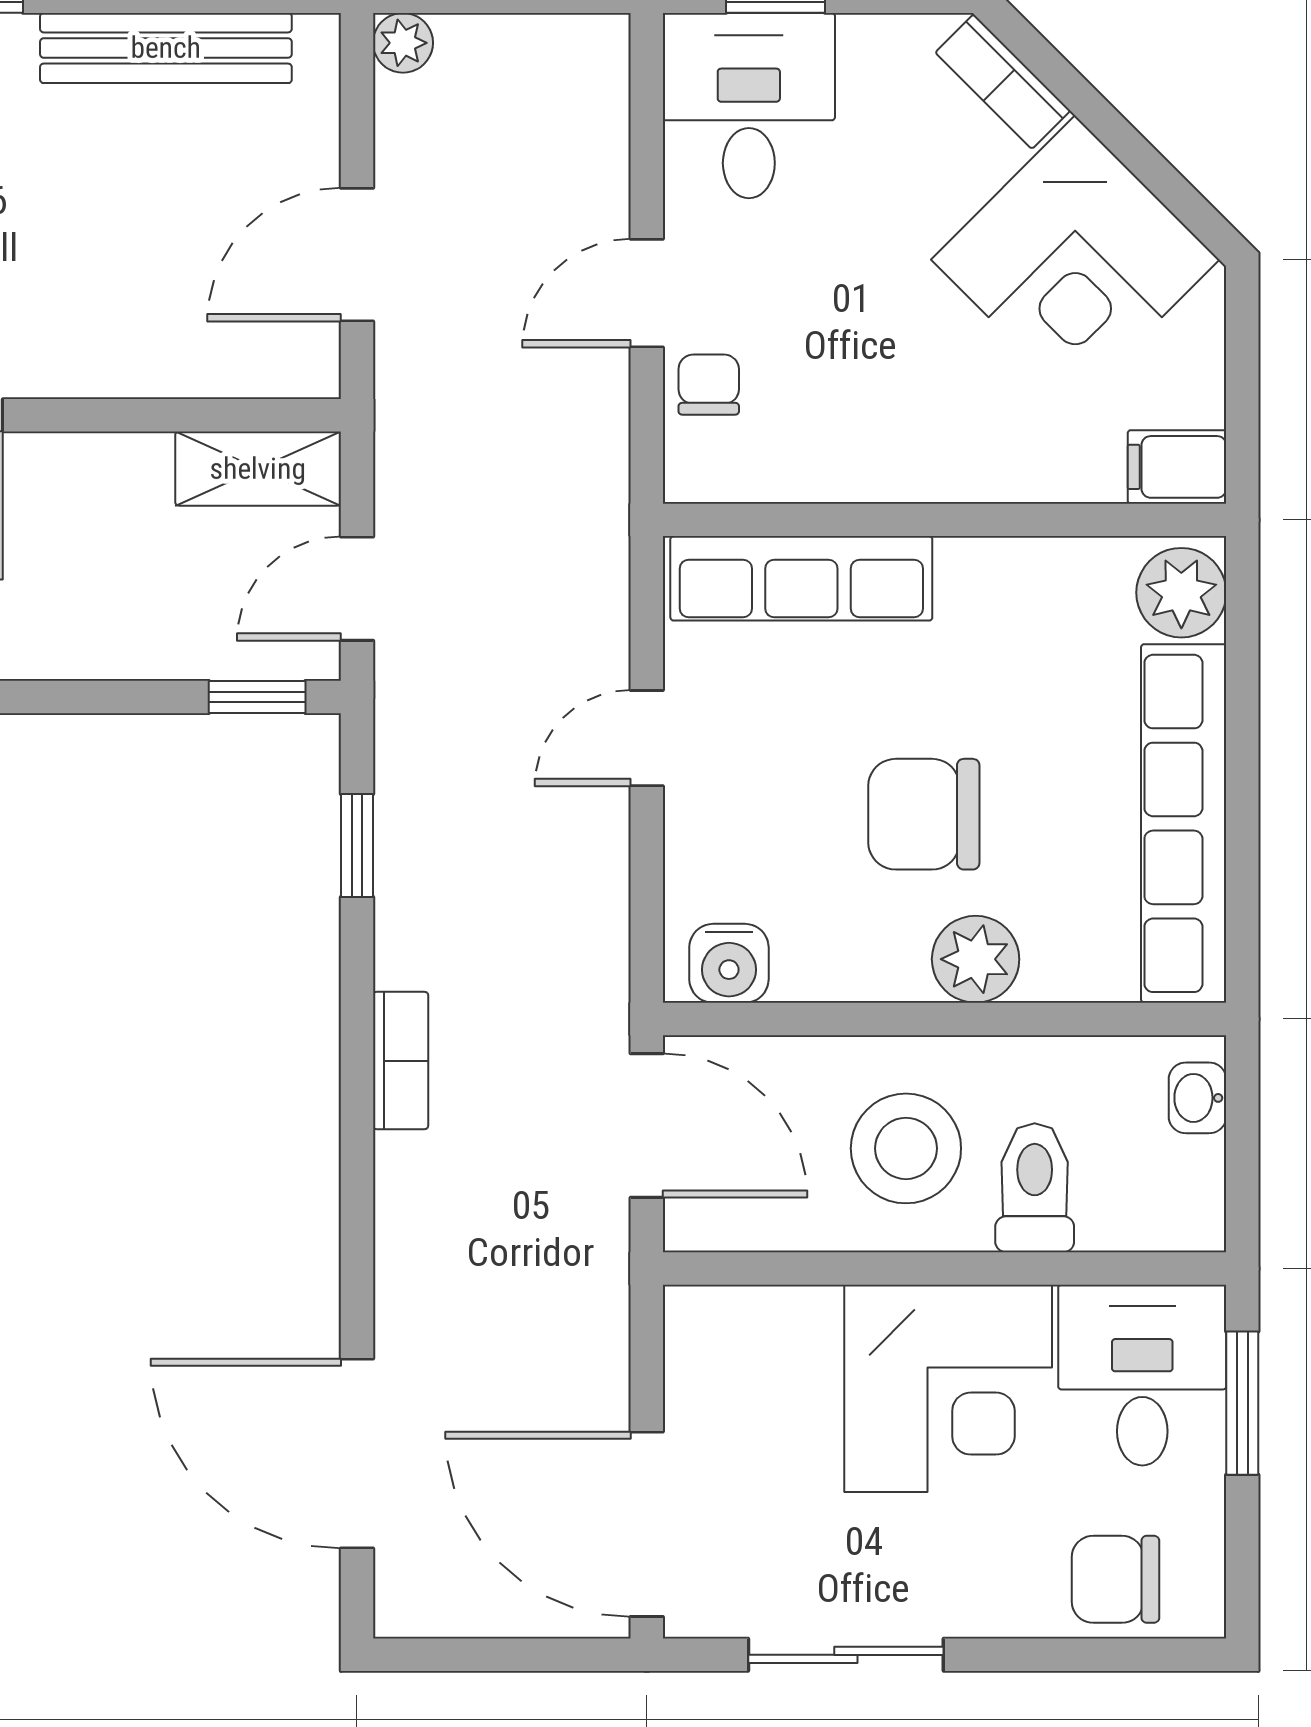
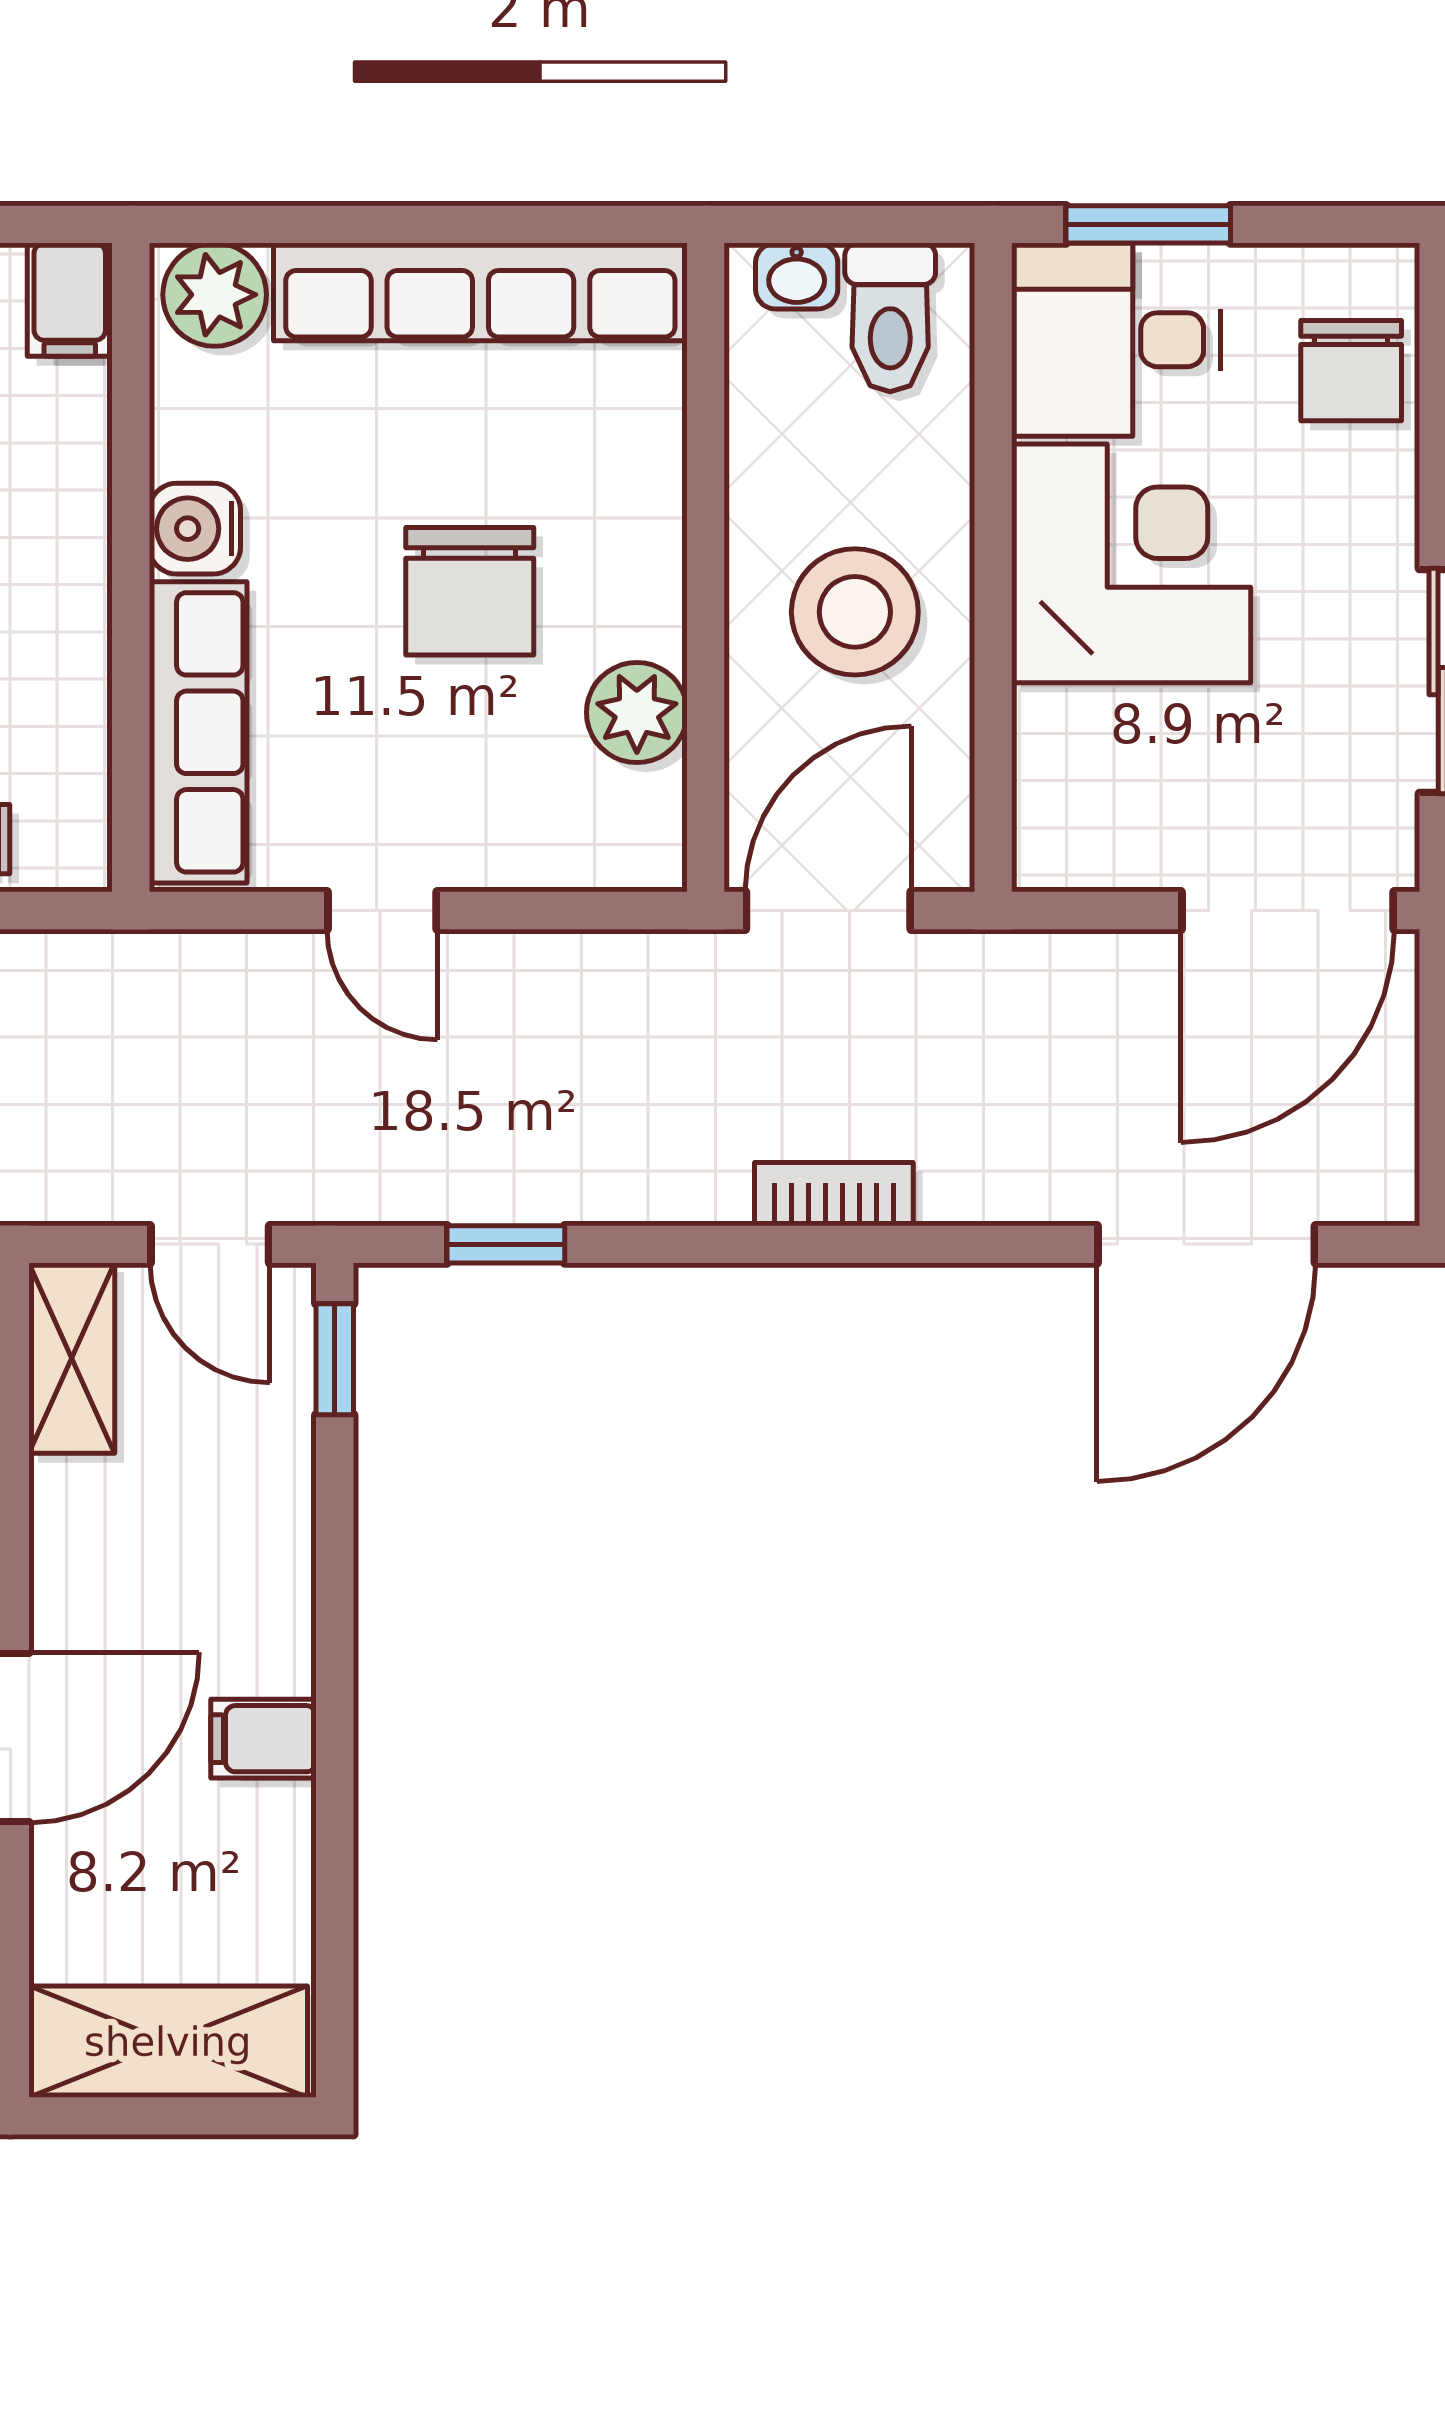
plant: (976, 959) -> (637, 713), moved
water cooler: (729, 963) -> (195, 529), moved, turned 180
bookcase: (401, 1061) -> (834, 1194), moved
toilet: (1035, 1188) -> (890, 317), moved, turned -90

